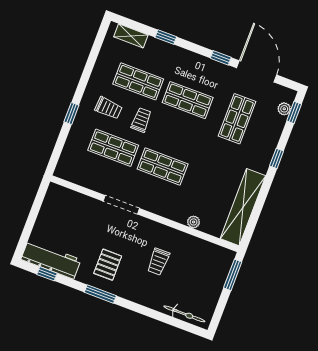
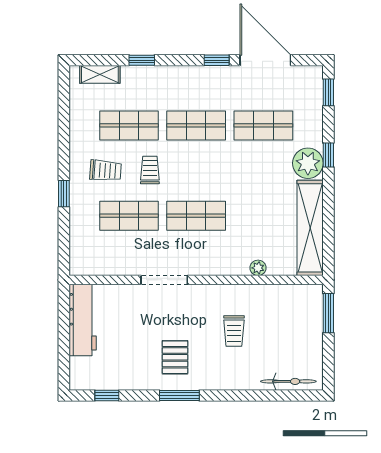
plant: (284, 109) -> (308, 163), moved, width x1.87, depth x1.87
shop shelf: (237, 119) -> (263, 125), turned 90
workbench: (51, 260) -> (83, 320), moved, turned 90

